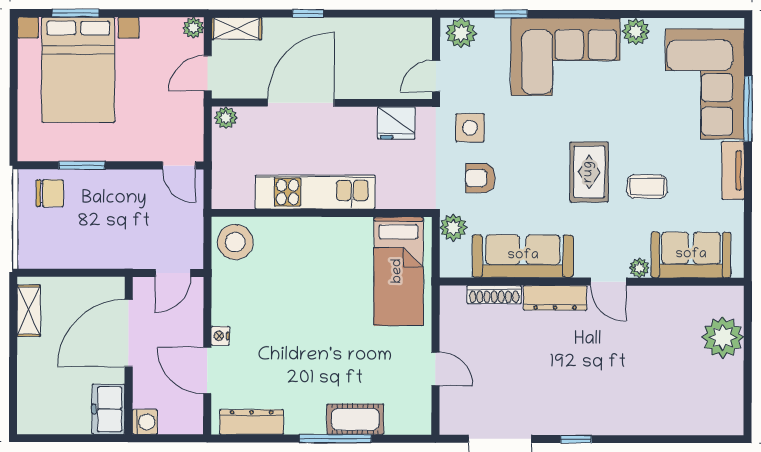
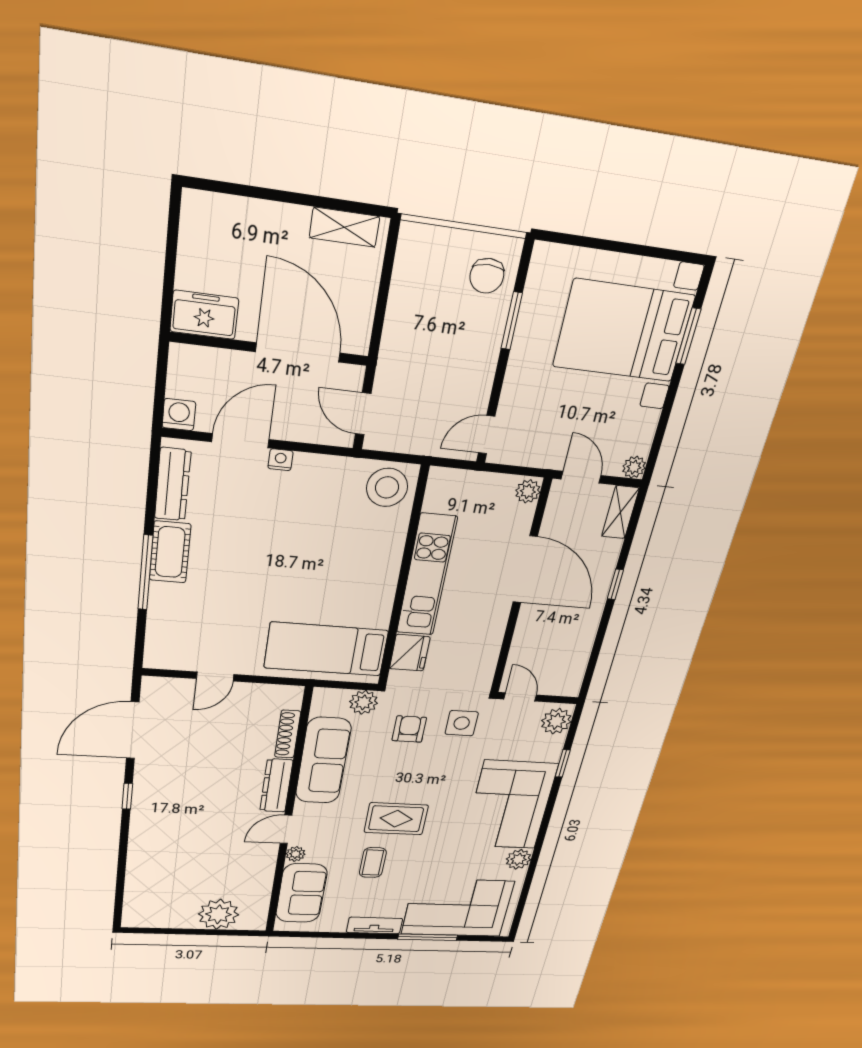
fridge: (396, 123) -> (410, 653), moved, turned 180
cot: (355, 419) -> (170, 552), moved
washing machine: (145, 422) -> (179, 415), moved, turned 180

